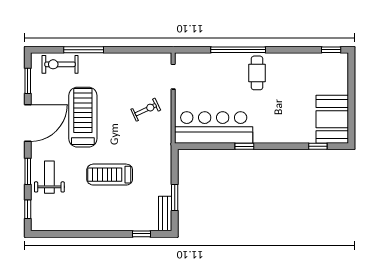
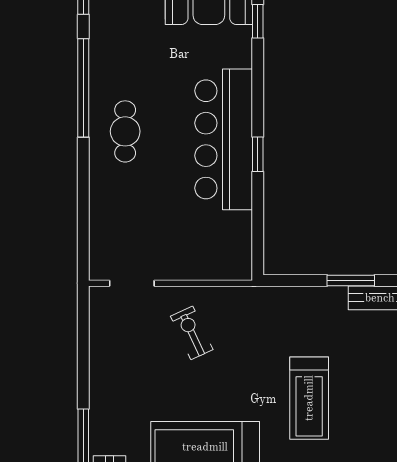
window: (238, 50) -> (83, 88), moved
cafe table: (257, 73) -> (125, 131), turned 90
bar counter: (214, 127) -> (224, 139), moved

